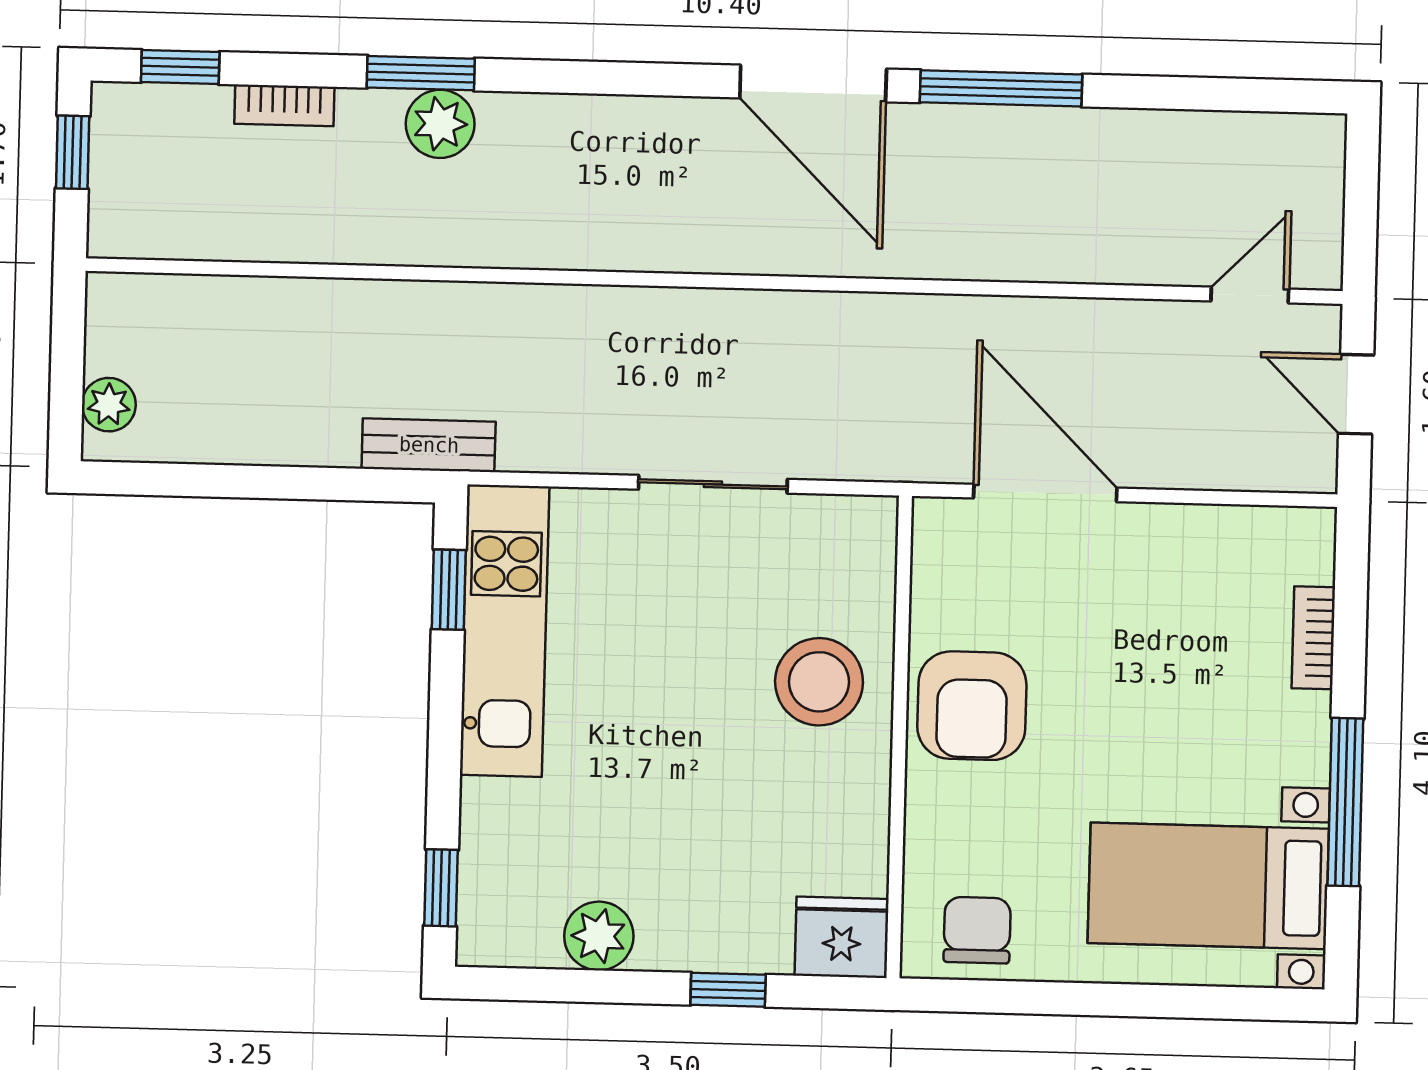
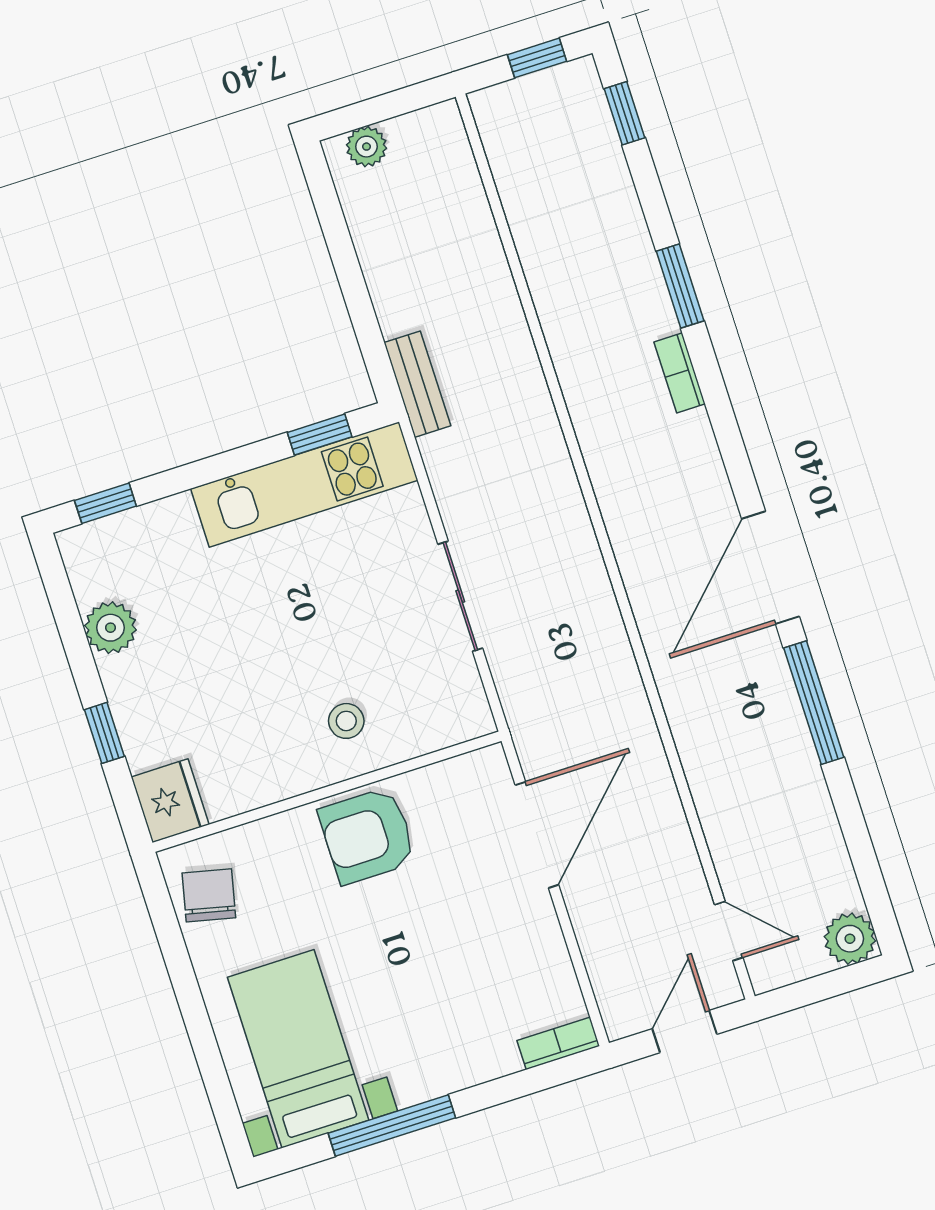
bookcase: (284, 105) -> (680, 373), moved
plant: (440, 124) -> (850, 939), moved
bookcase: (1313, 638) -> (558, 1043), moved
stool: (819, 682) -> (346, 721), width x0.53, depth x0.53
chair: (977, 930) -> (209, 895), turned -77

